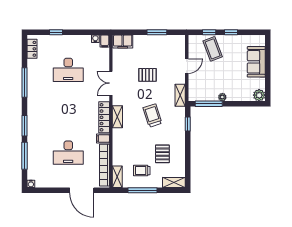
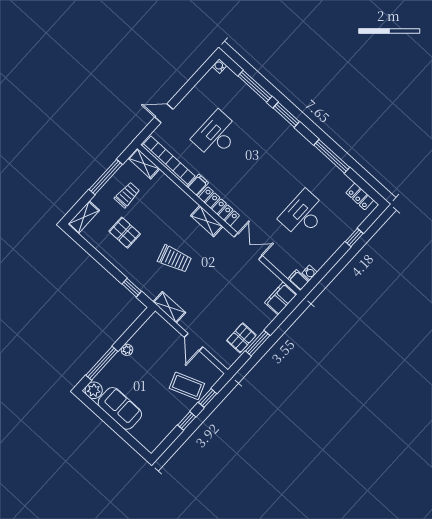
sofa: (256, 62) -> (120, 408), moved
pallet: (147, 75) -> (241, 338), moved
window: (209, 104) -> (102, 363), moved
door: (82, 190) -> (164, 113), width x0.53

